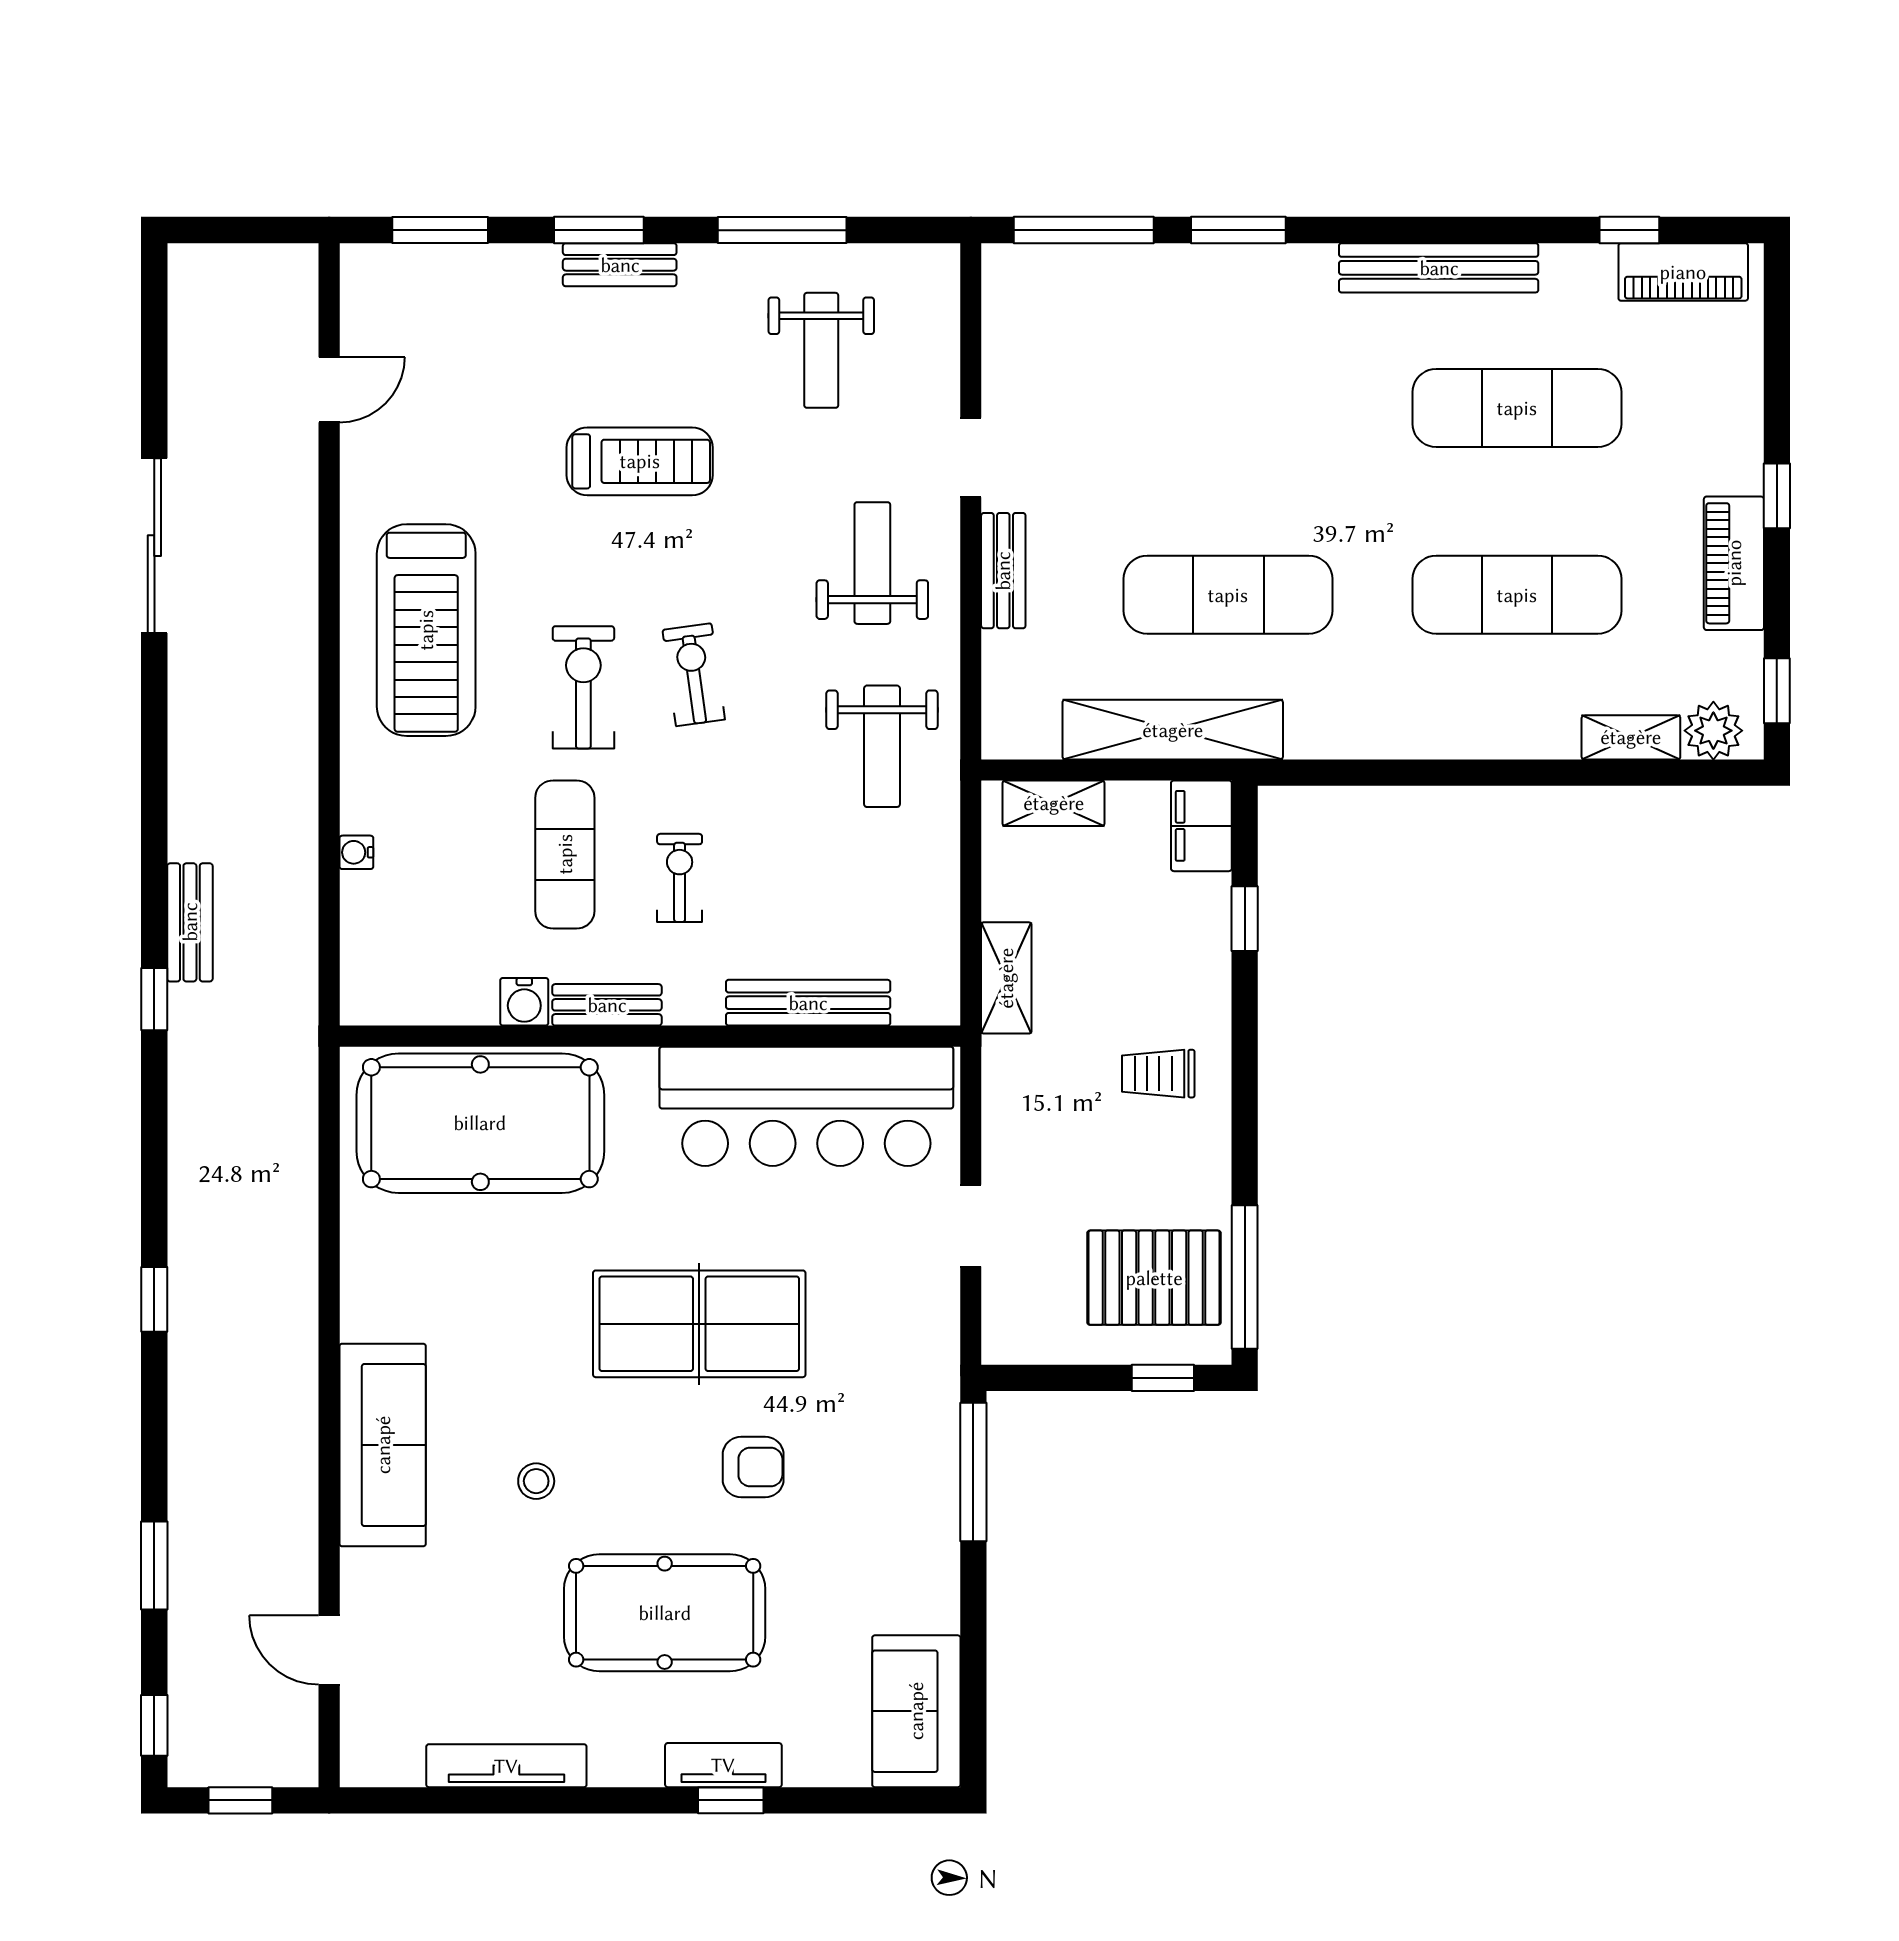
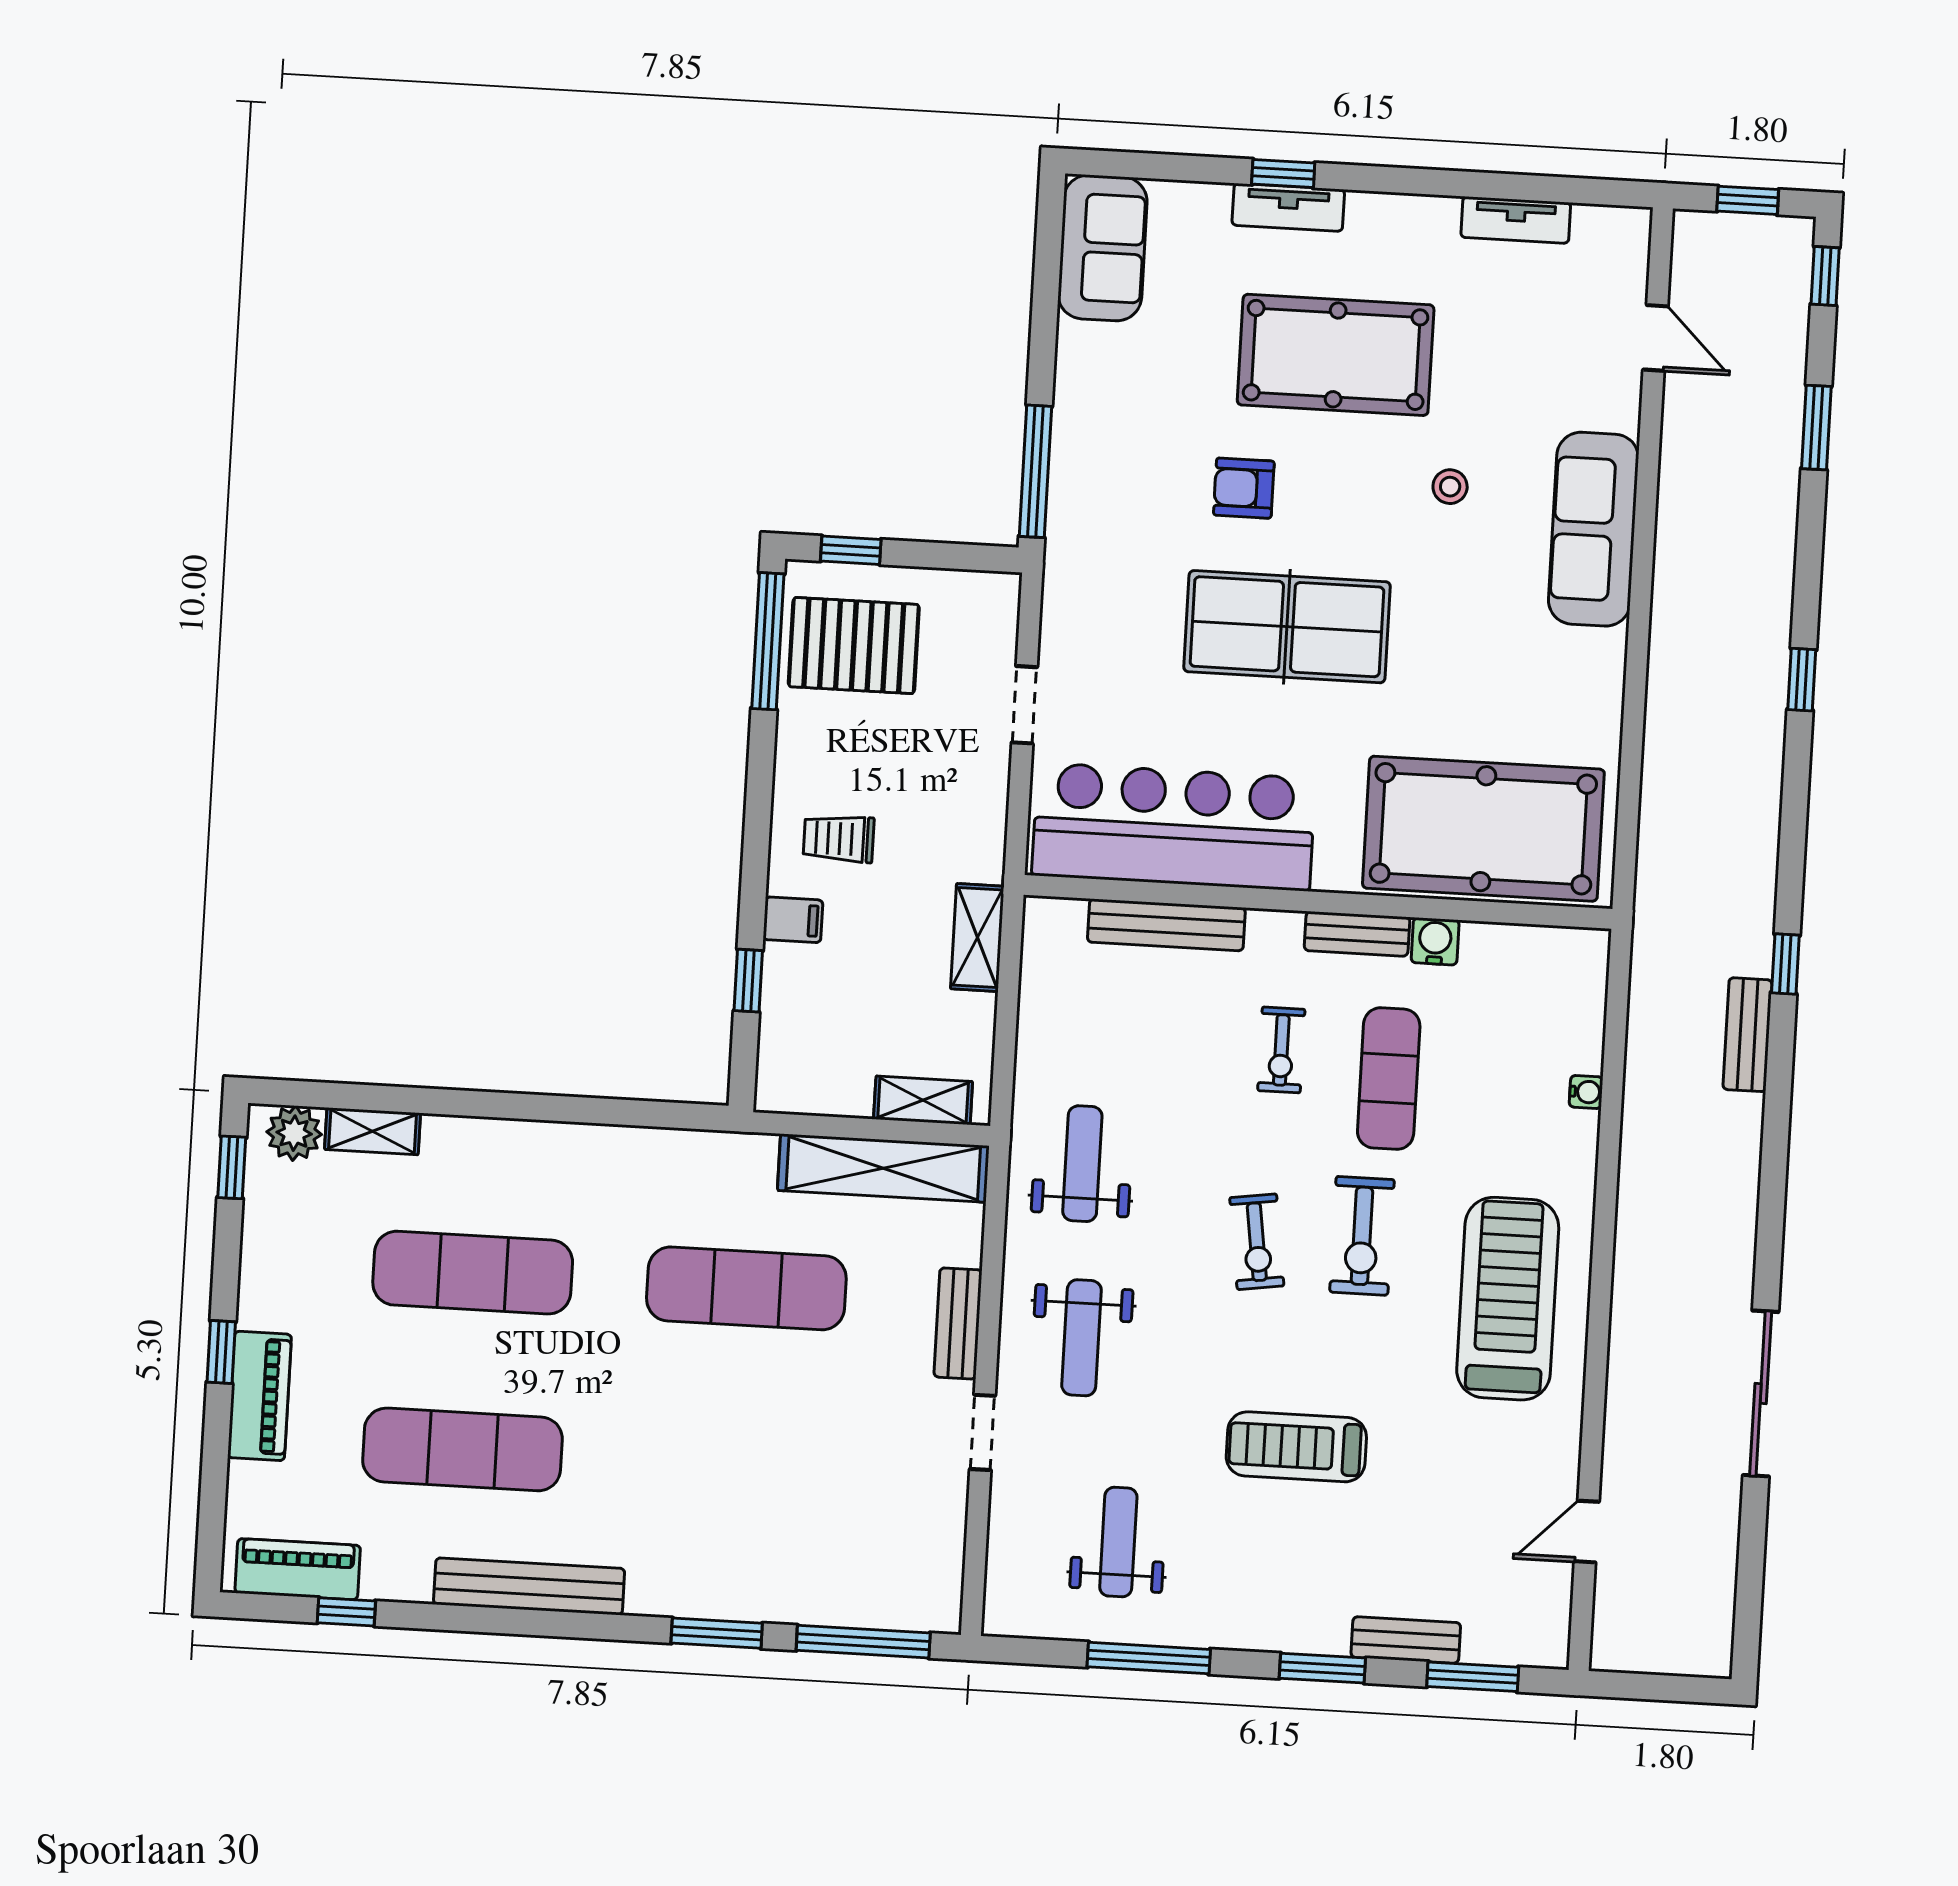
bench: (620, 265) -> (1406, 1640), moved
piano: (1734, 563) -> (259, 1396), moved
shelving: (1173, 730) -> (883, 1168), moved
filing cabinet: (1201, 826) -> (793, 920), moved, width x0.50
trolley: (1158, 1074) -> (839, 839), turned 180
tv unit: (506, 1766) -> (1516, 220), width x0.71

